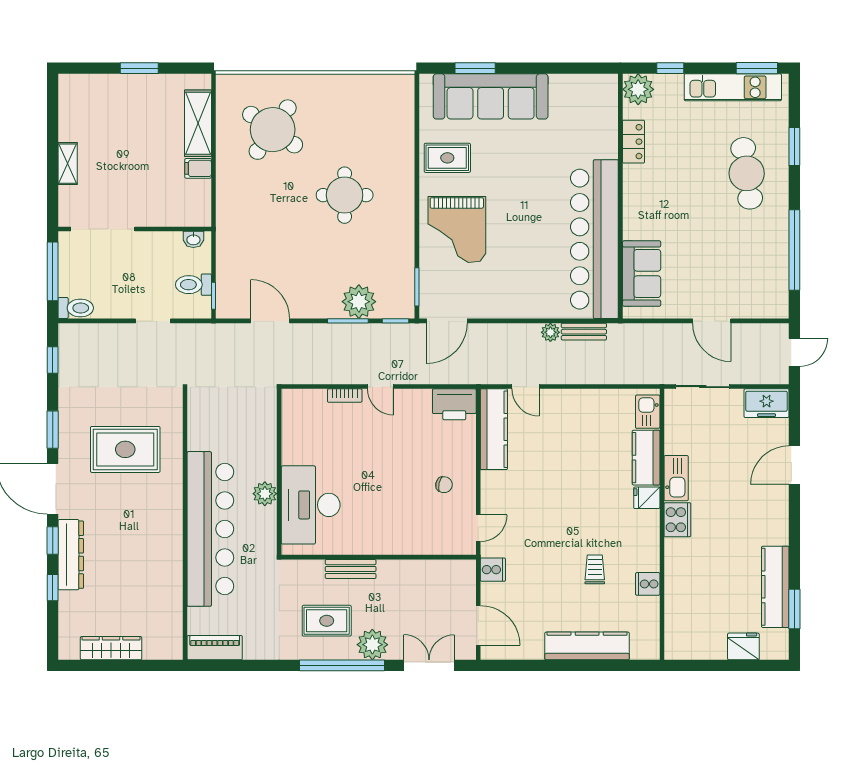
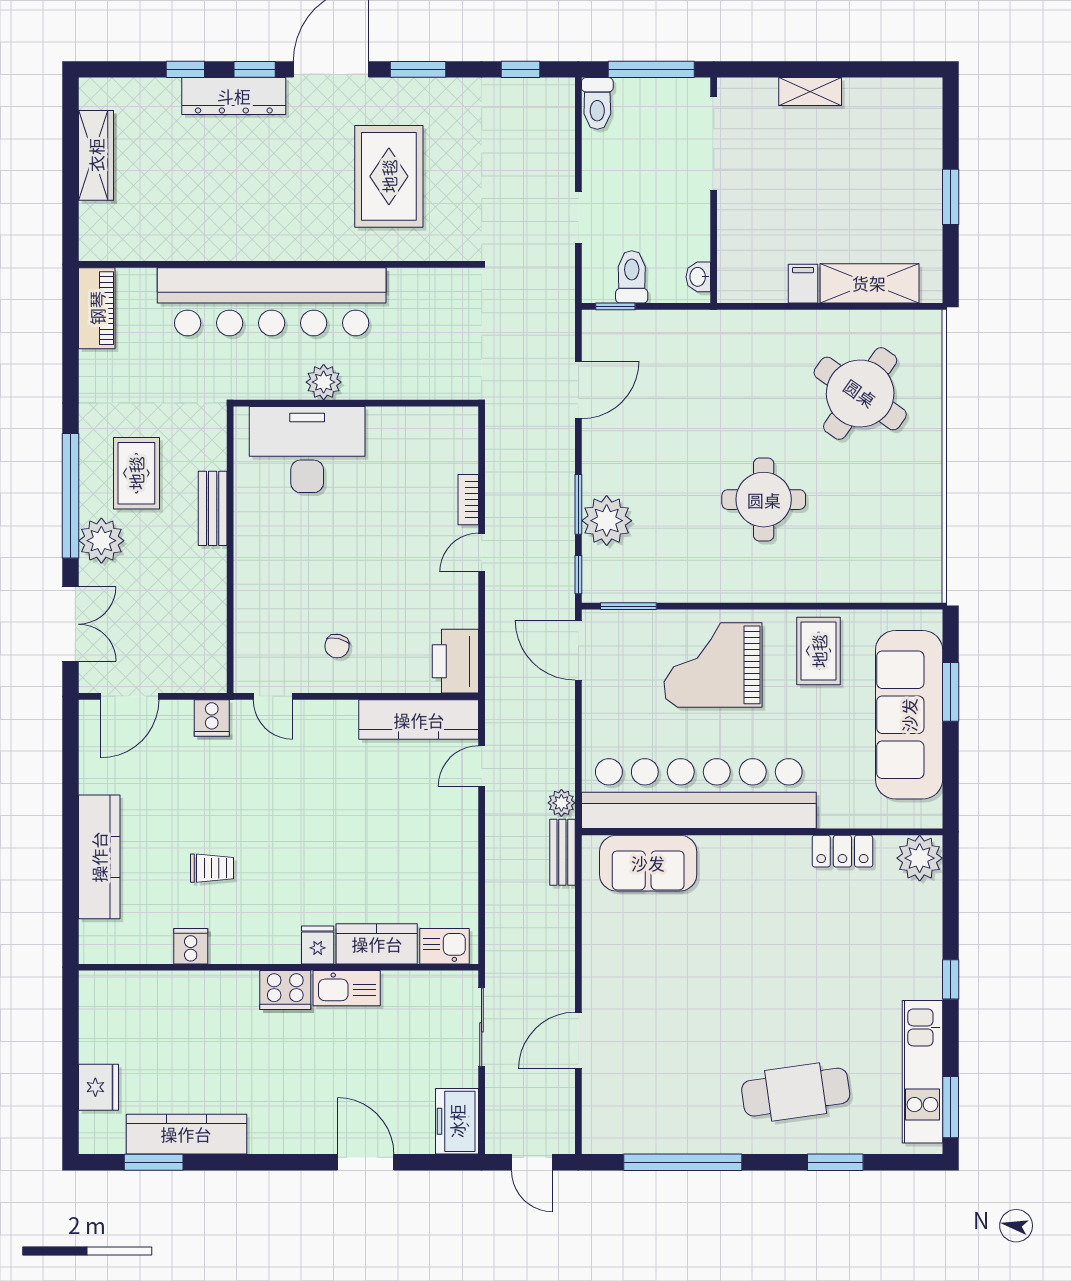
plant: (638, 89) -> (920, 858), moved
locker: (633, 142) -> (842, 851), moved
wall: (620, 196) -> (762, 832), moved
bar counter: (594, 239) -> (699, 794), moved
sofa: (642, 273) -> (648, 863), moved

